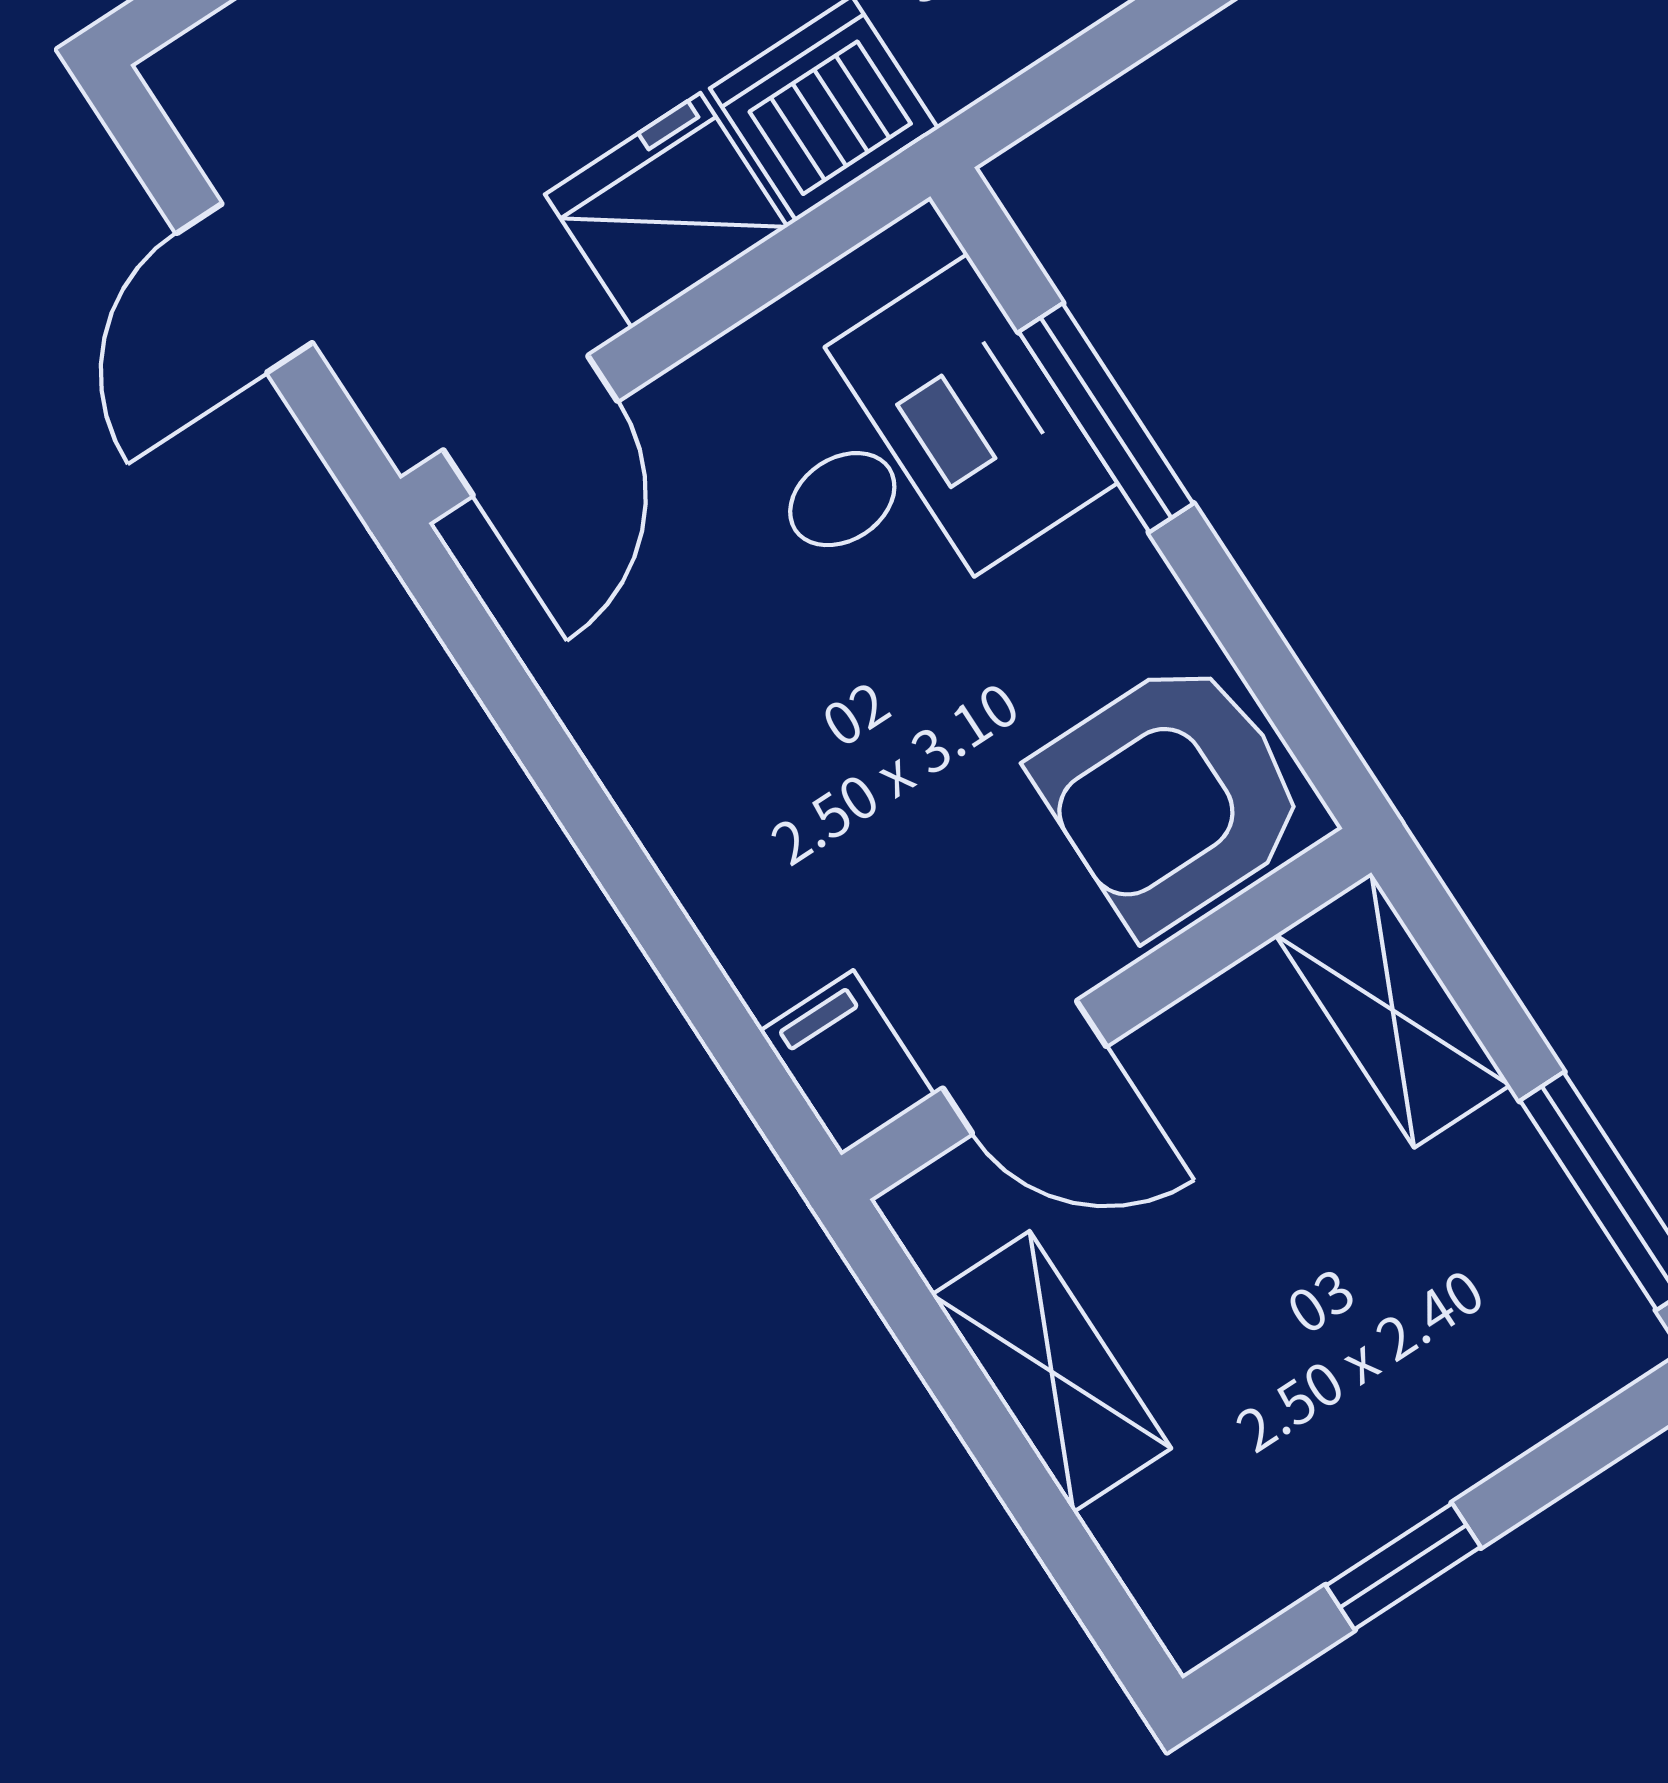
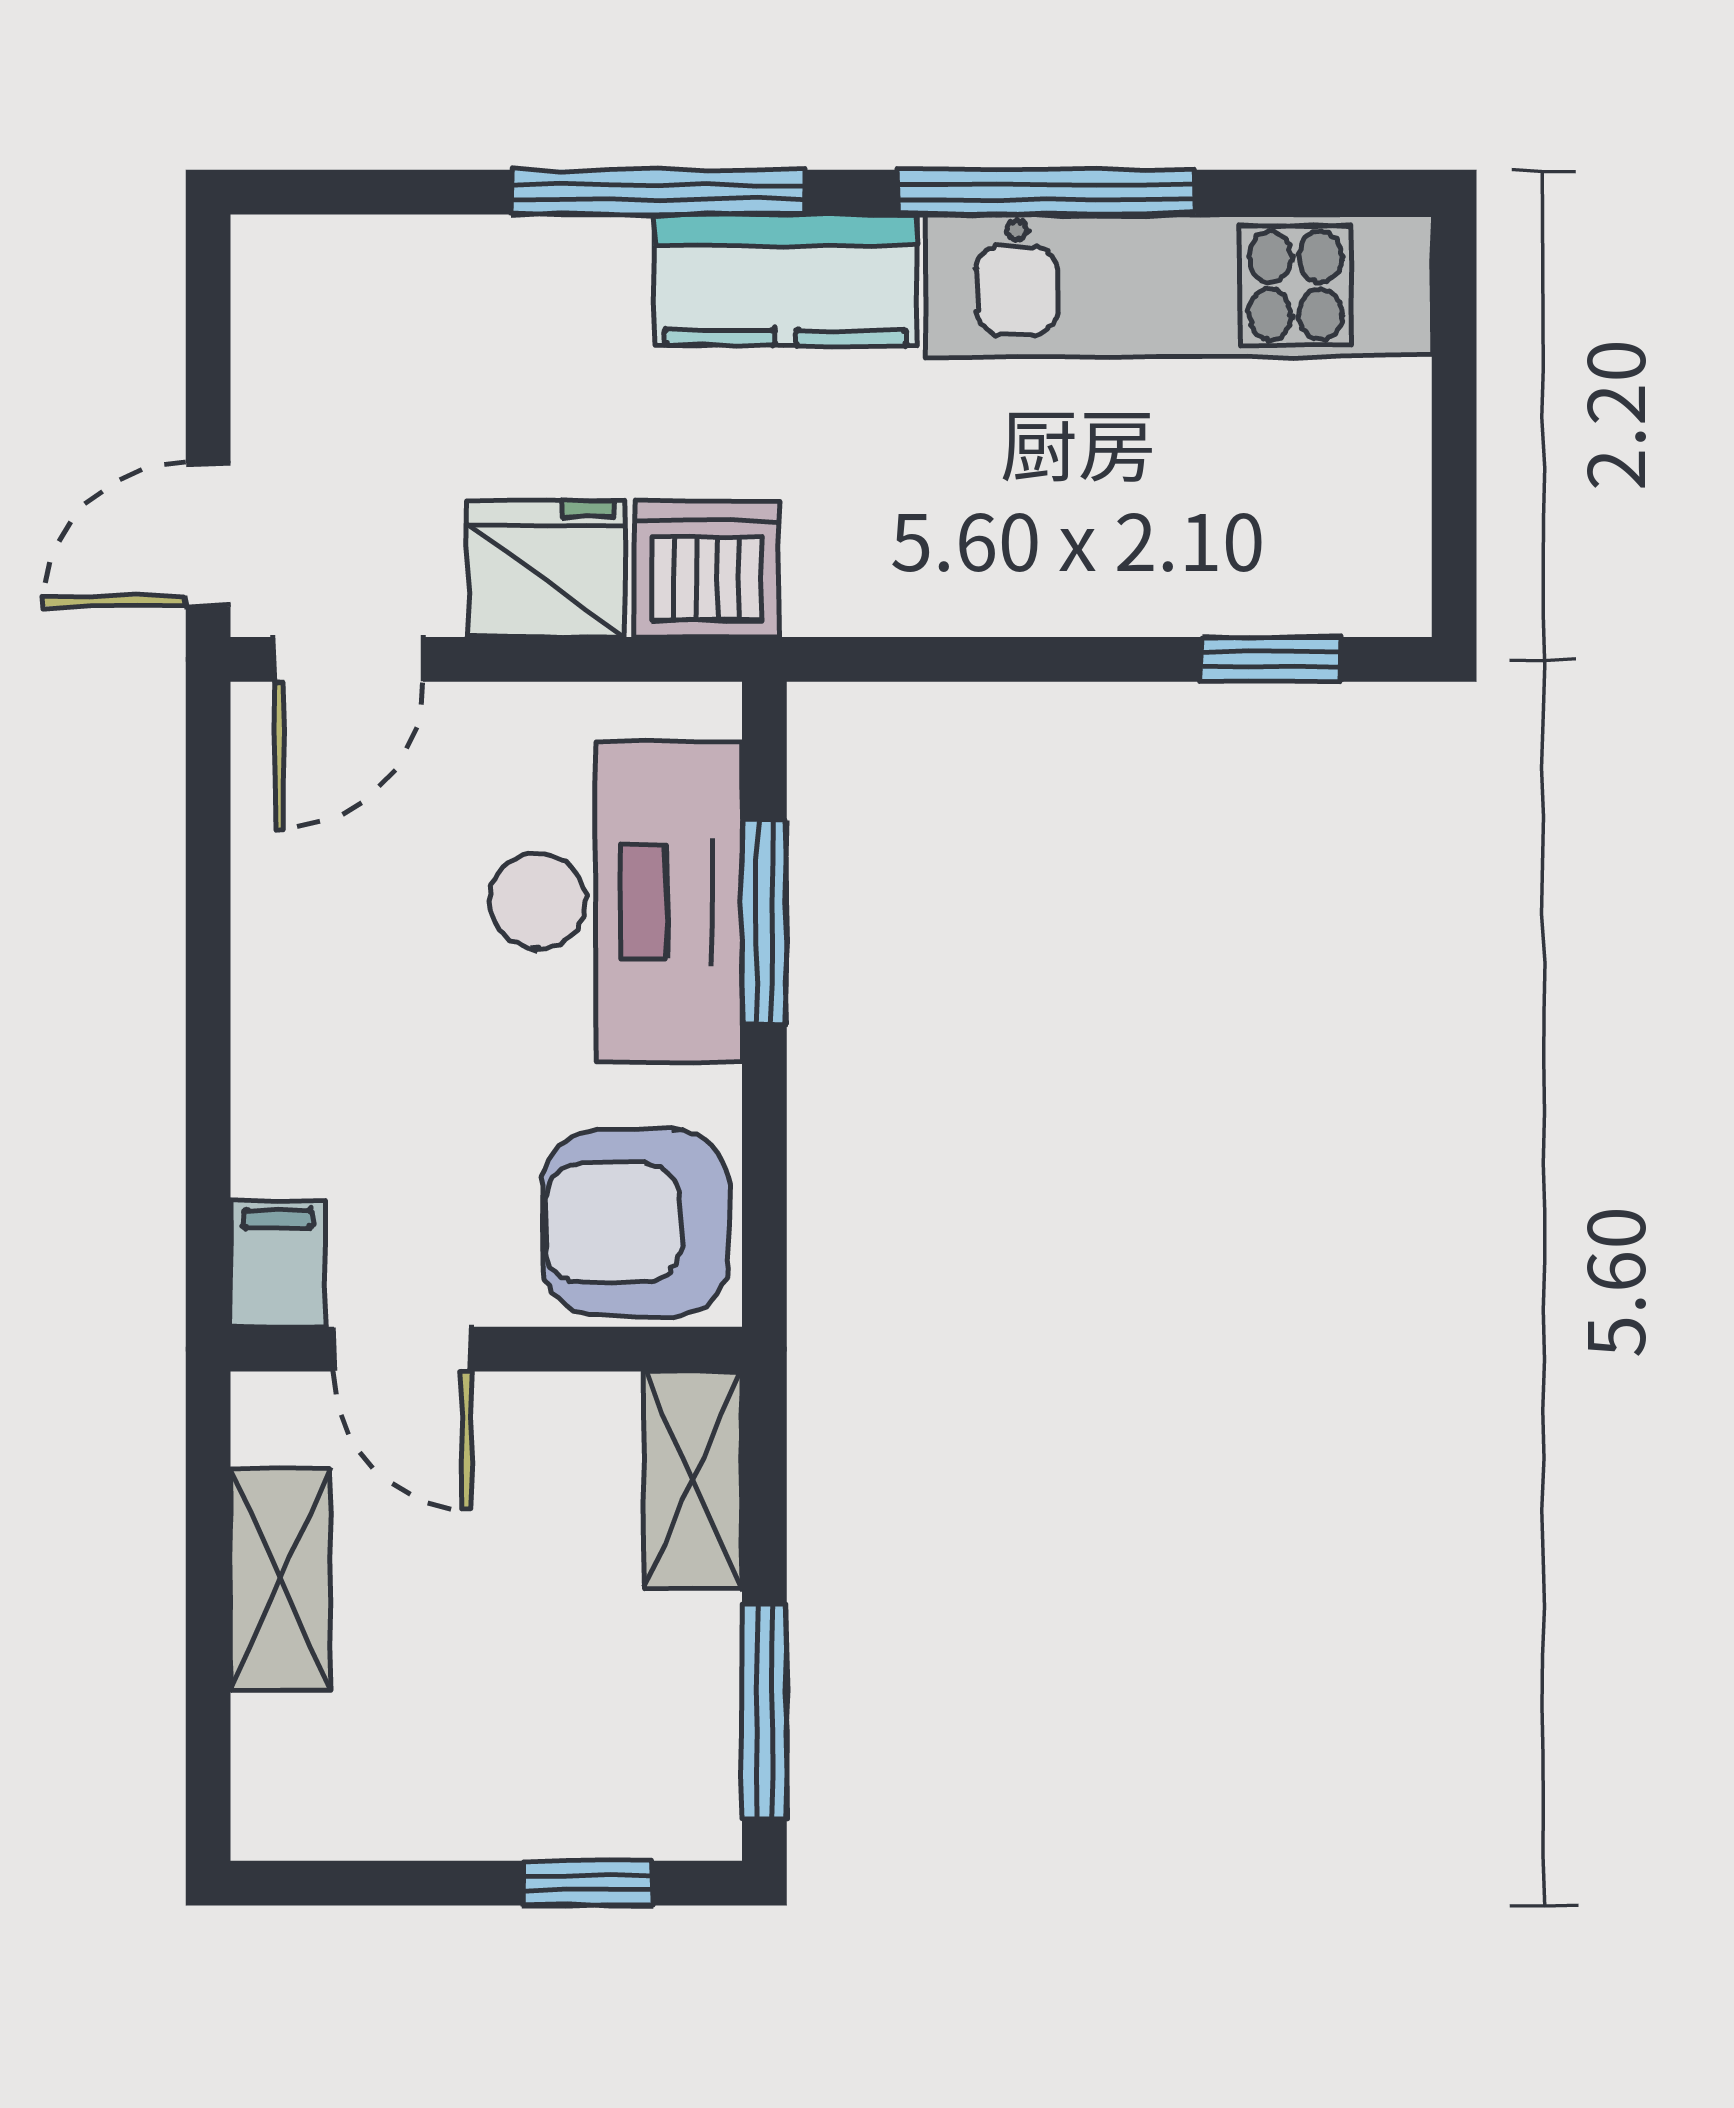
door: (244, 288) -> (208, 535), moved
desk: (919, 449) -> (616, 901), width x1.37
window: (1403, 1566) -> (588, 1883), moved

